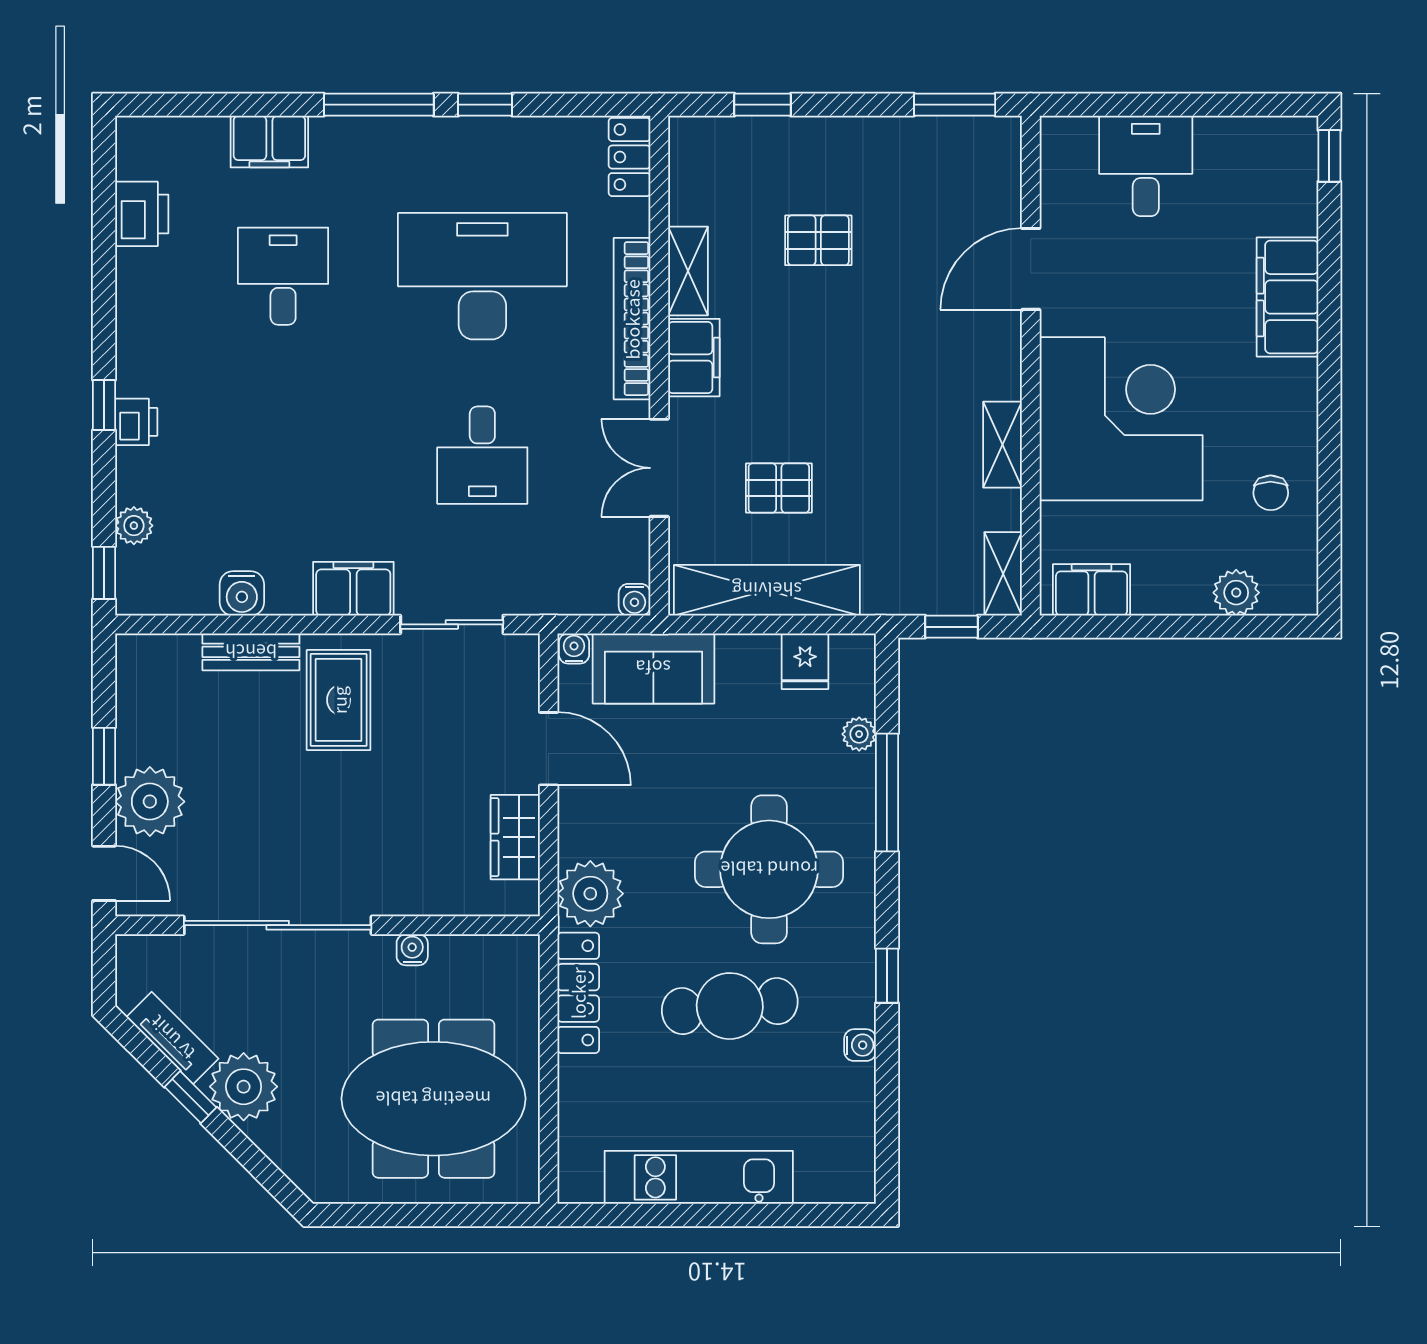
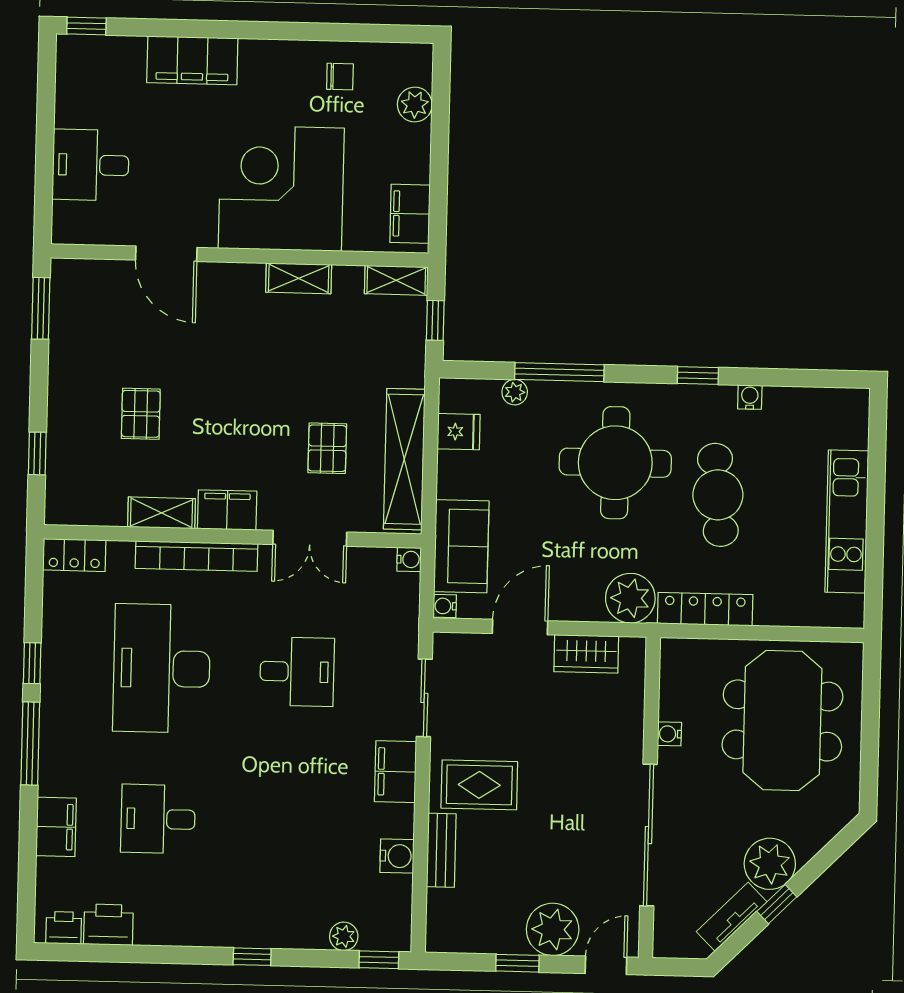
printer: (136, 422) -> (64, 928), moved

